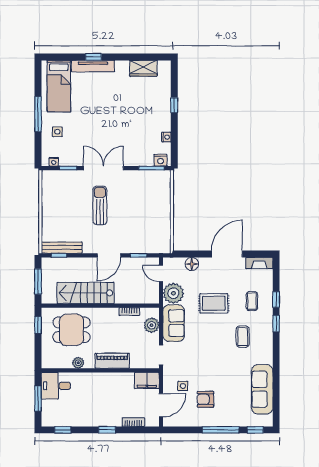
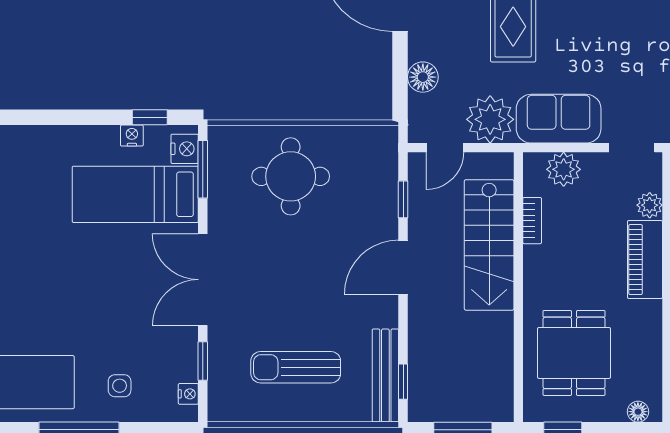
window: (174, 105) -> (150, 117), moved
bed: (141, 139) -> (135, 194), added
sun lounger: (100, 205) -> (296, 367), moved
round table: (149, 206) -> (291, 176), added
door: (109, 255) -> (403, 267), swing flipped
stairs: (86, 293) -> (489, 245), moved
floor lamp: (46, 358) -> (638, 412), added
plant: (78, 363) -> (650, 205), moved

